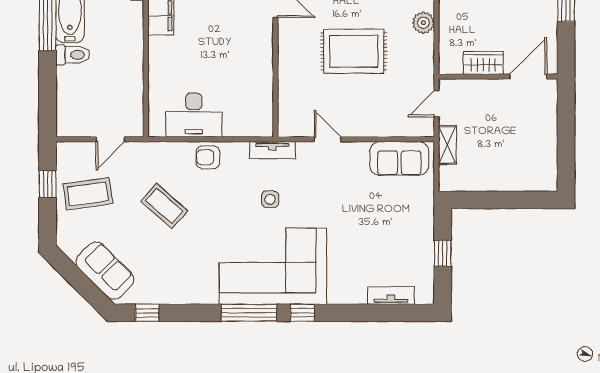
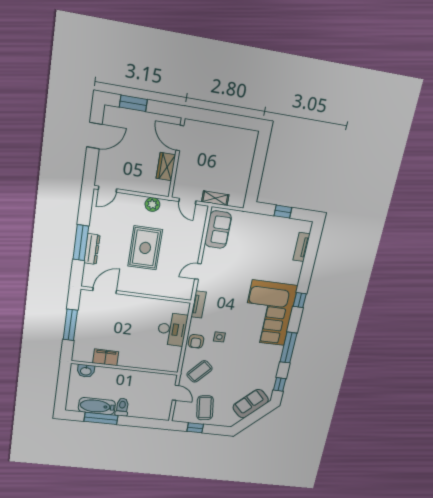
plant: (423, 23) -> (152, 204), moved
desk: (194, 115) -> (172, 329), moved
side table: (270, 199) -> (219, 337), moved
coffee table: (164, 206) -> (200, 371), moved
window: (249, 313) -> (288, 348), moved

